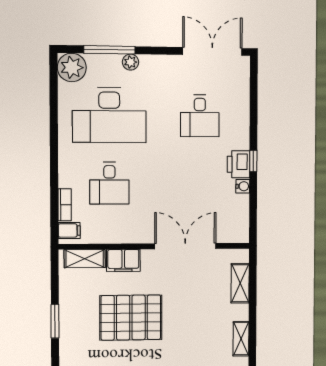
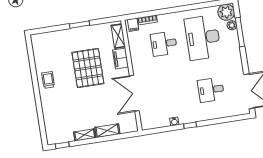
plant: (131, 62) -> (232, 25), moved
printer: (239, 164) -> (187, 117), removed
double door: (185, 246) -> (134, 93), swing flipped
shelving: (240, 283) -> (107, 131), moved

